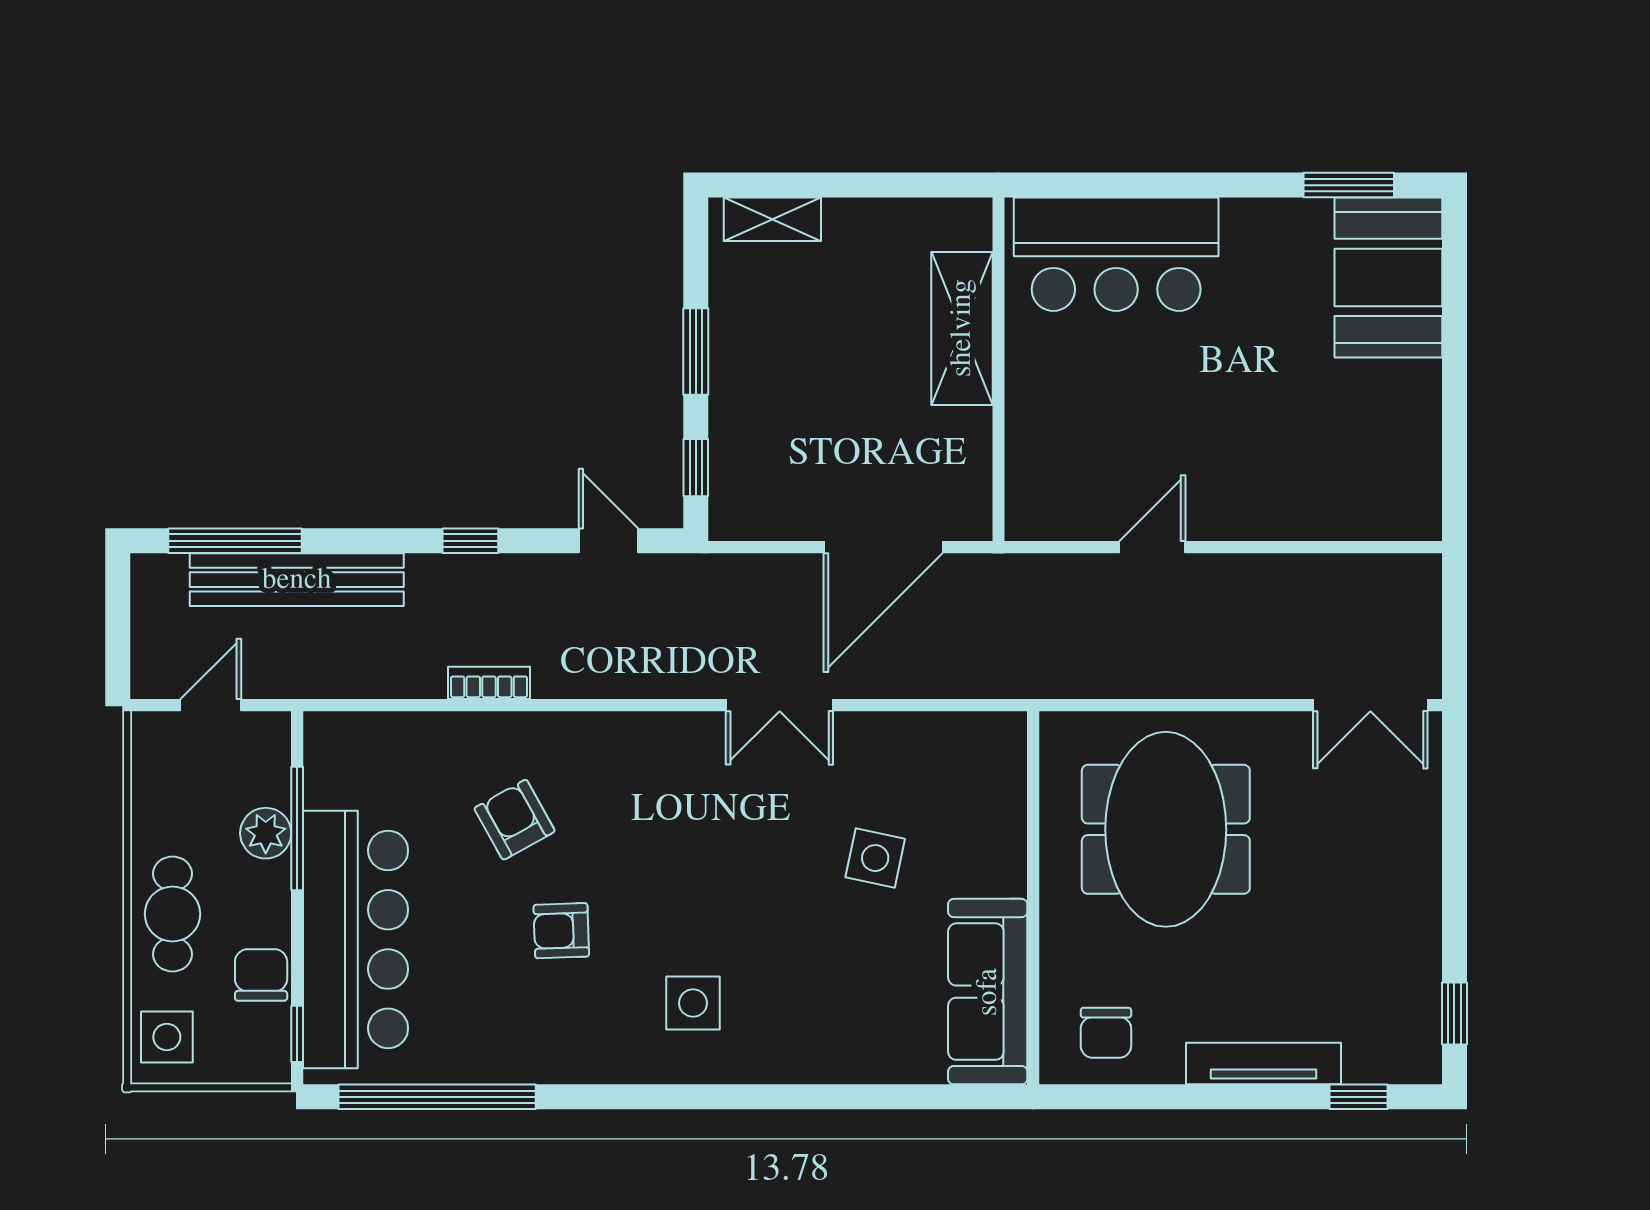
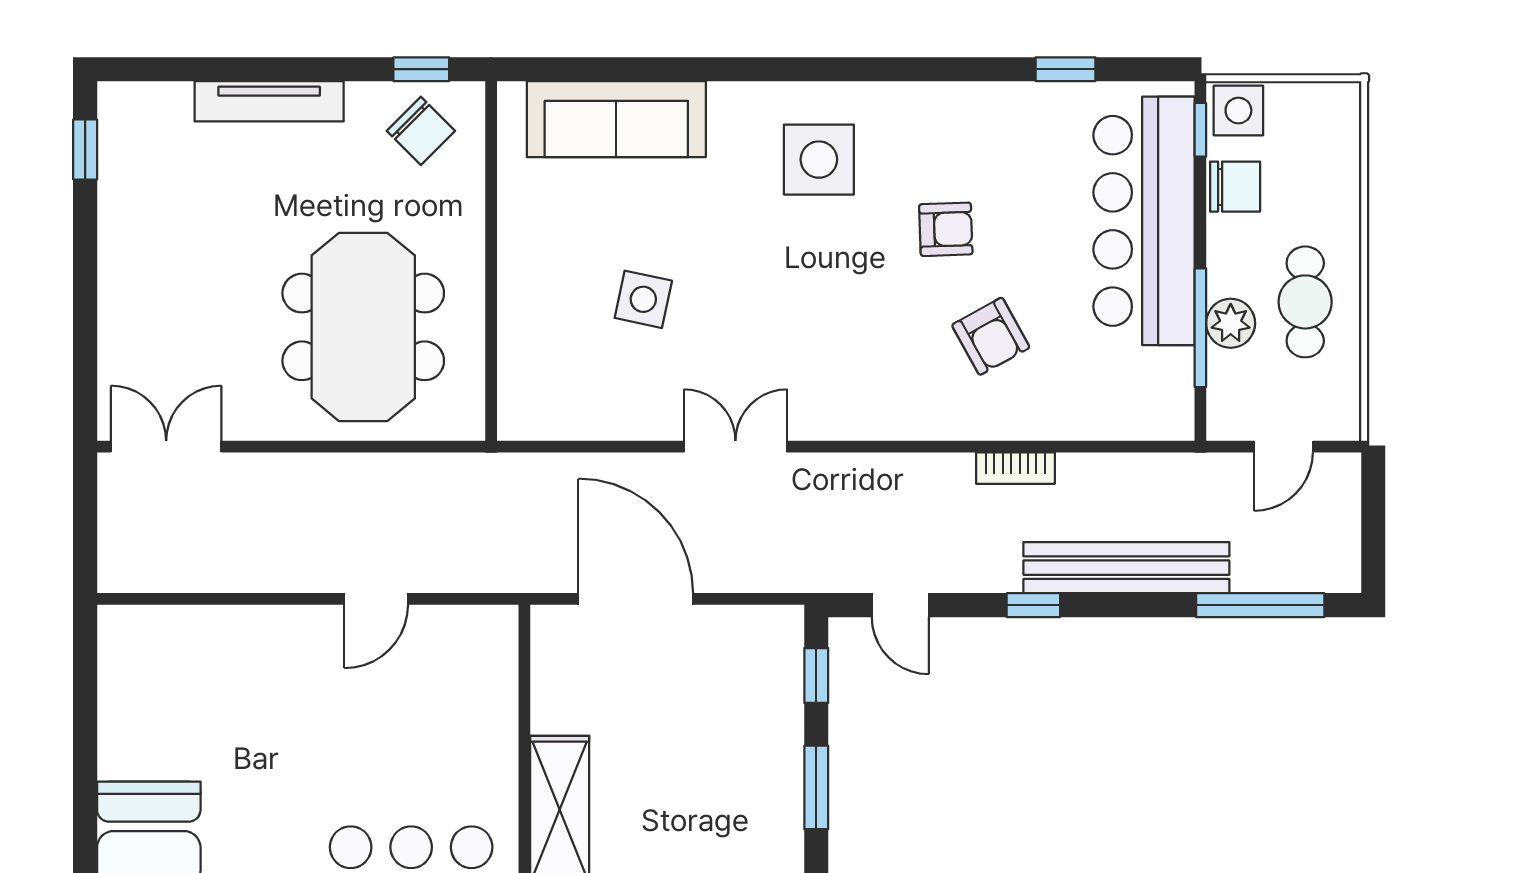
door: (883, 547) -> (636, 599), hinge flipped
bench: (297, 580) -> (1126, 568), moved
cafe table: (172, 914) -> (1305, 302), moved
chair: (261, 975) -> (1235, 187), turned -90
sofa: (988, 992) -> (616, 119), moved, turned 90
side table: (693, 1003) -> (819, 160), width x1.37, depth x1.37
chair: (1106, 1033) -> (421, 131), turned 135
side table: (167, 1037) -> (1238, 111), moved
window: (437, 1097) -> (1066, 69), width x0.32
window: (1358, 1097) -> (421, 69), moved

